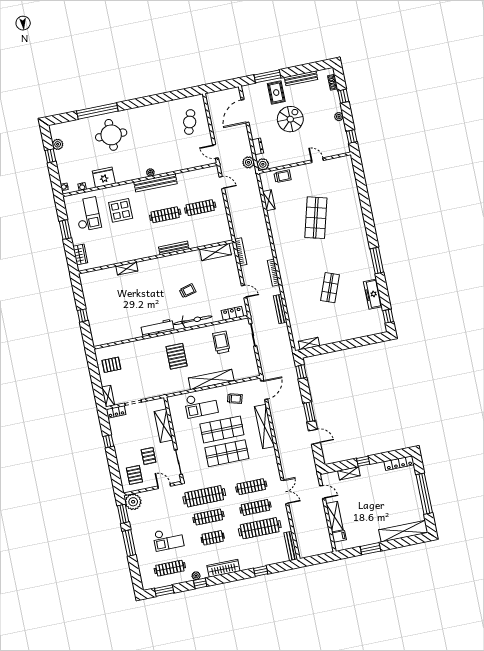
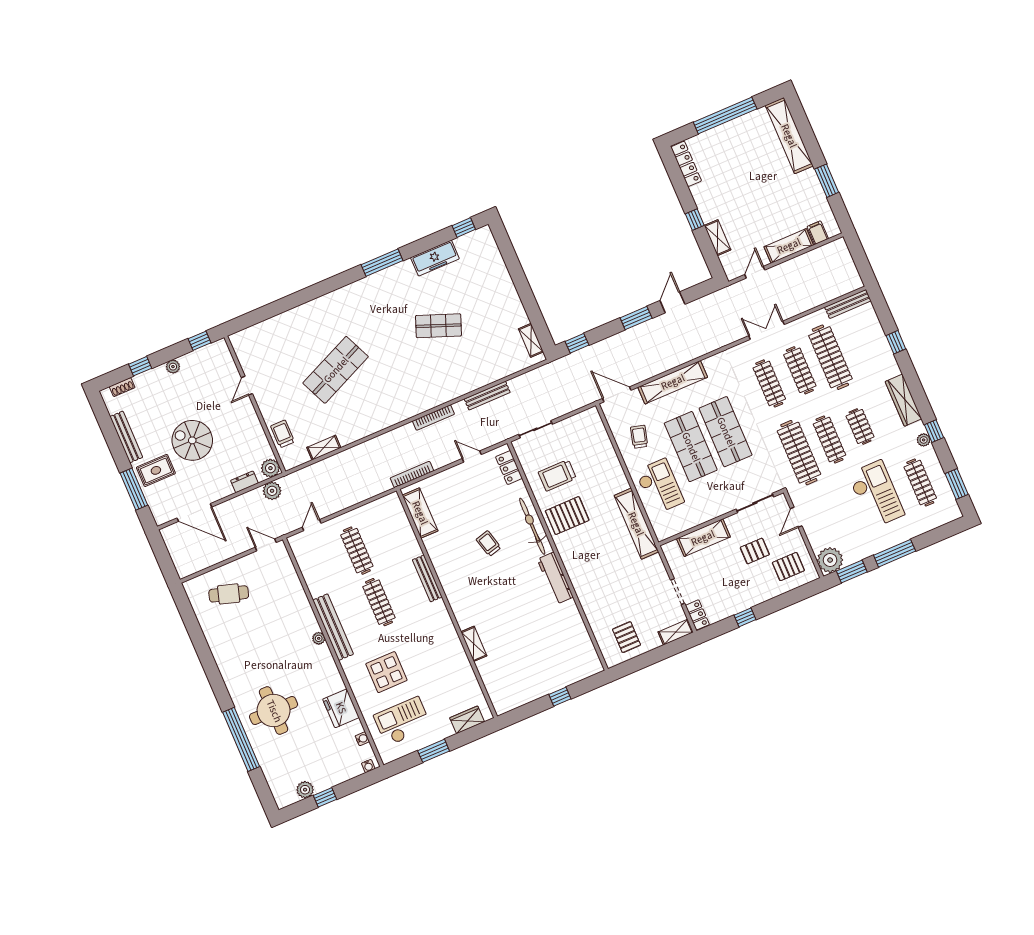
door: (216, 151) -> (266, 545), swing flipped
shop shelf: (316, 218) -> (336, 370), turned -39
door: (244, 291) -> (472, 457), hinge flipped
pallet: (177, 356) -> (567, 516), moved
shelving: (211, 379) -> (636, 524), moved
checkout: (168, 539) -> (876, 494), width x1.36, depth x1.21

